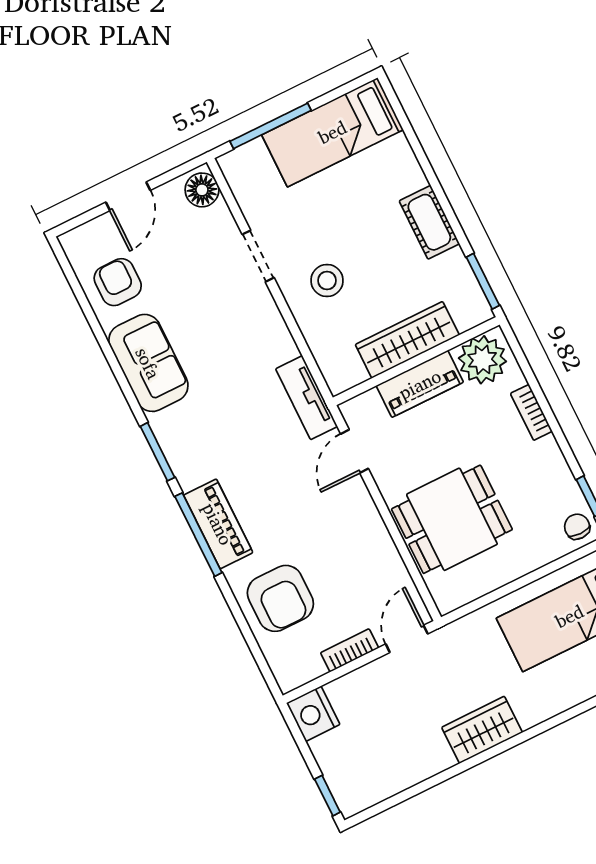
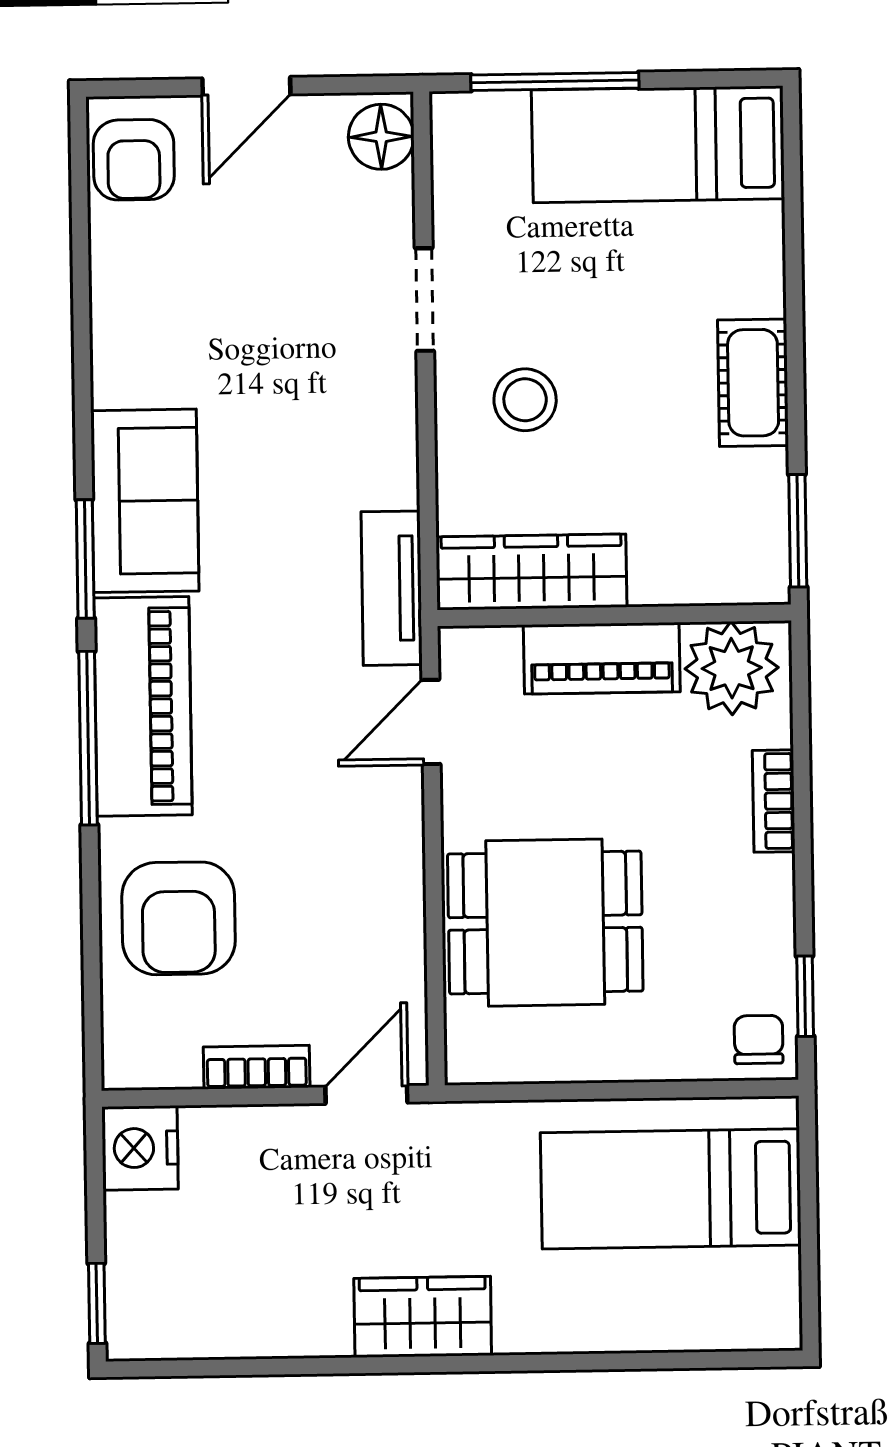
armchair: (118, 282) -> (134, 160), moved, turned 180
wardrobe: (407, 340) -> (531, 572), moved
sofa: (148, 363) -> (145, 501), moved
piano: (218, 524) -> (143, 706), width x1.37, depth x1.33

